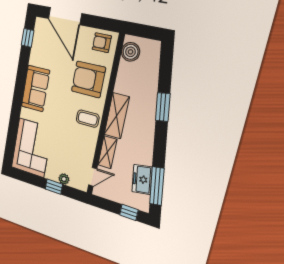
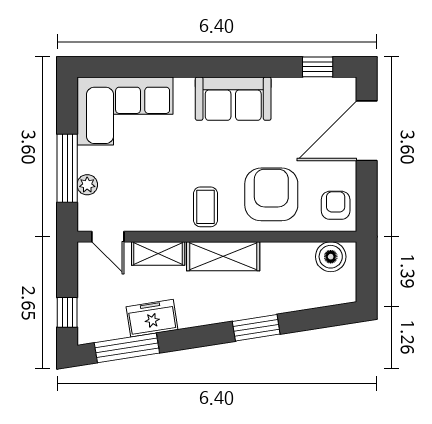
freezer: (142, 179) -> (152, 318), moved
window: (54, 187) -> (67, 168), width x2.17

